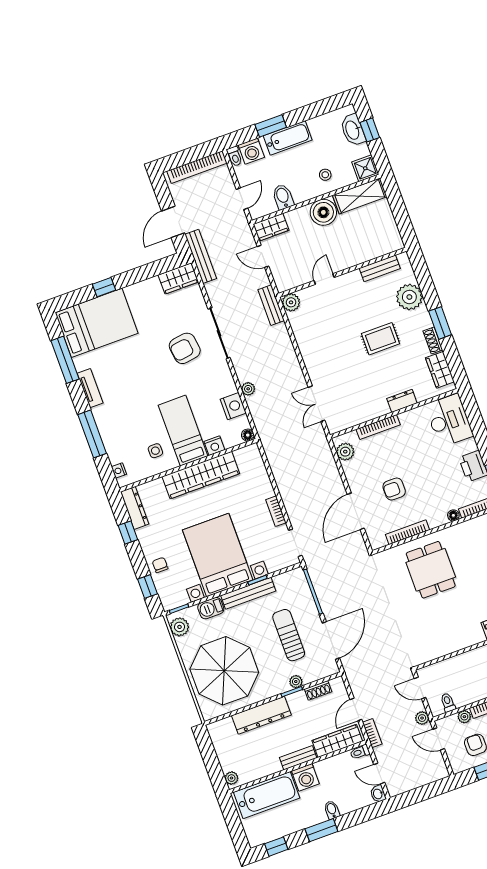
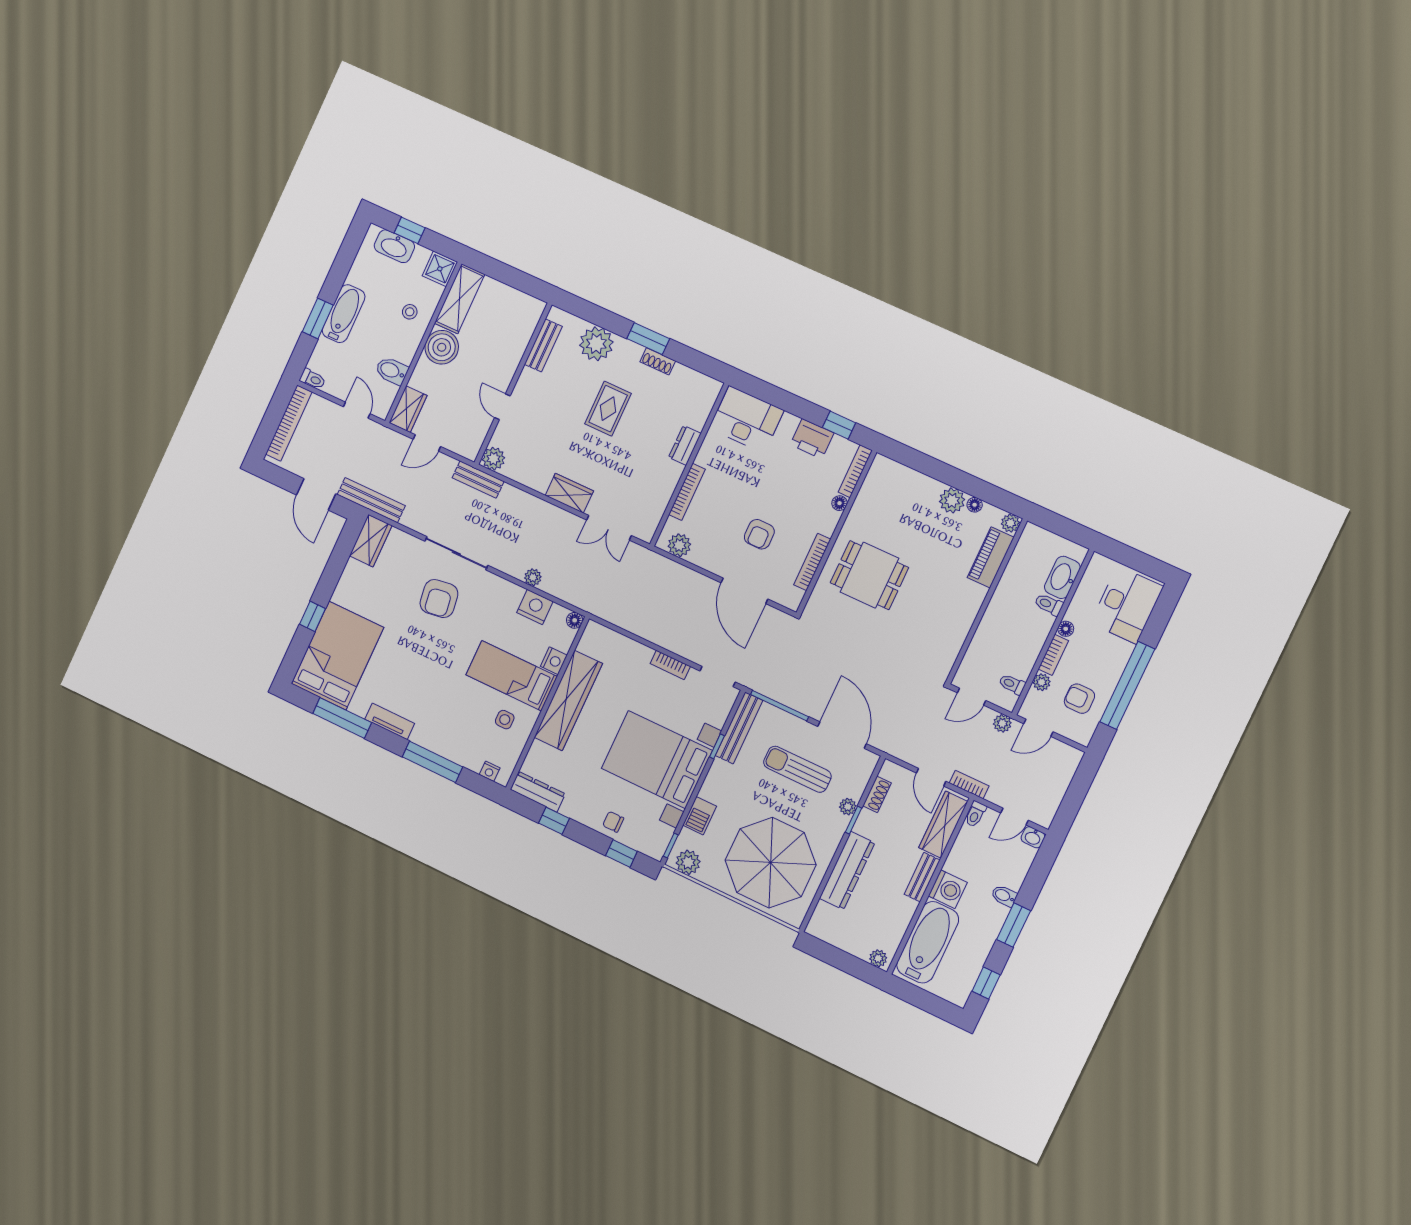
washing machine: (251, 151) -> (323, 359), removed
wardrobe: (440, 370) -> (569, 493), moved, turned 180
bench: (248, 593) -> (739, 728), moved

